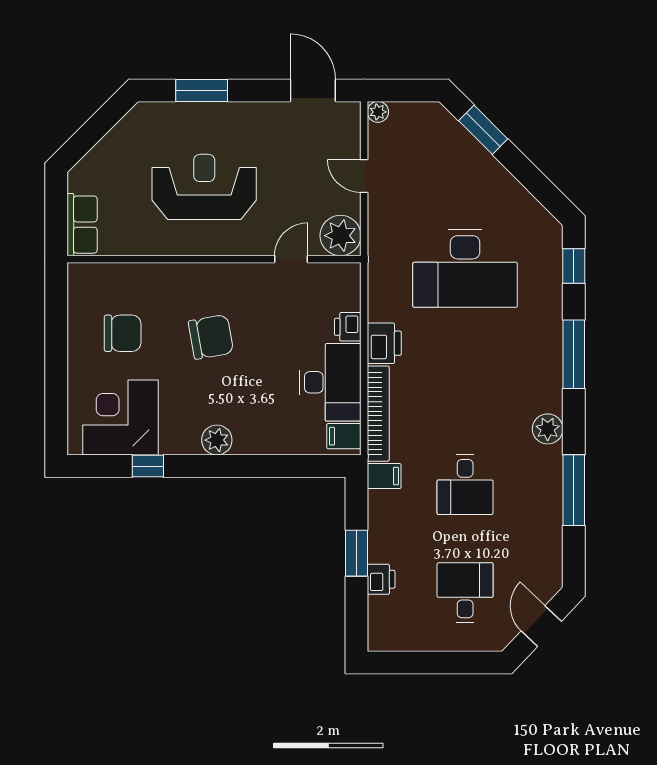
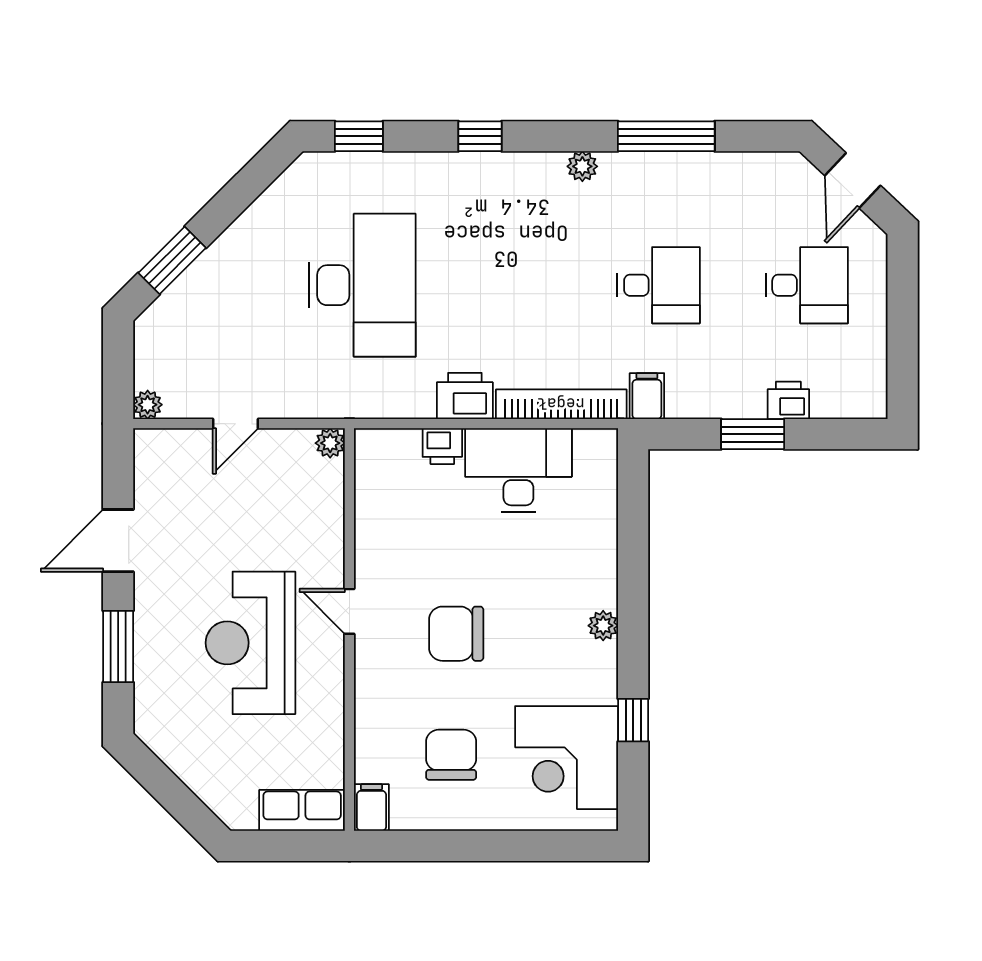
door: (313, 90) -> (118, 541), moved
plant: (341, 236) -> (330, 443), width x0.53, depth x0.53
door: (291, 259) -> (349, 611), moved
chair: (211, 337) -> (456, 634), turned -80
window: (574, 354) -> (480, 136), width x0.46
plant: (548, 429) -> (582, 166), width x0.73, depth x0.73
filing cabinet: (344, 436) -> (371, 808), moved, turned 180
plant: (217, 440) -> (603, 626), width x0.73, depth x0.73
desk: (465, 593) -> (807, 285), turned 180
door: (541, 626) -> (853, 181), hinge flipped

